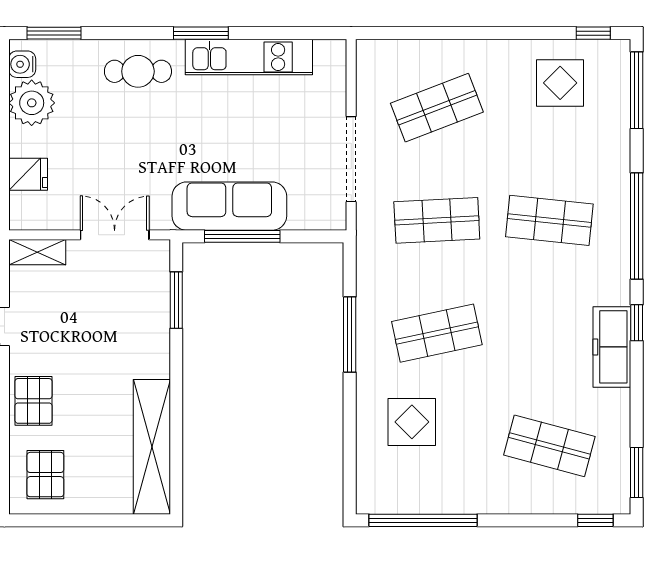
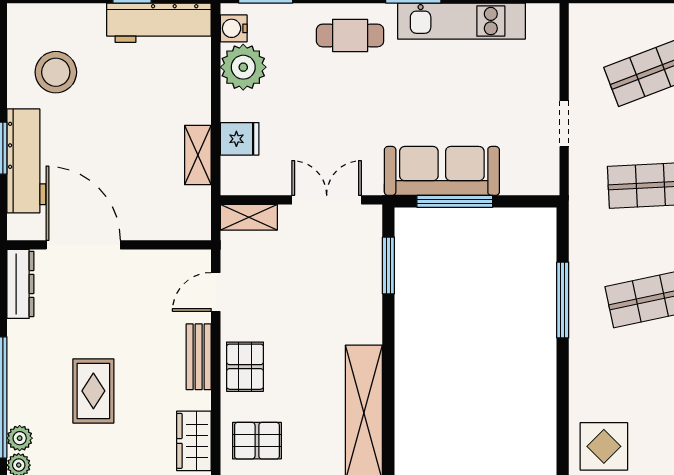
doorway: (351, 159) -> (564, 124), width x0.53
display table: (412, 422) -> (604, 446), moved
pallet: (45, 475) -> (257, 441), turned 90

